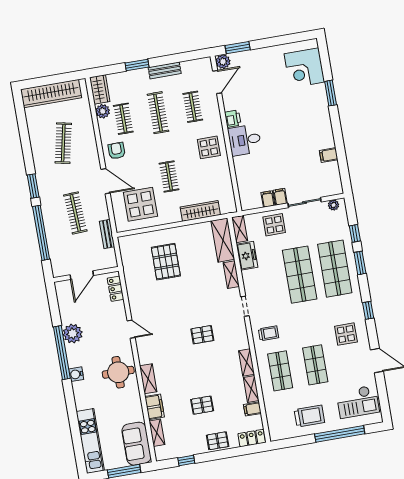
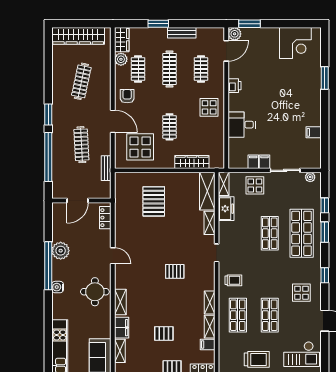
corner desk: (304, 68) -> (295, 43), moved, turned -90
desk: (245, 140) -> (242, 125), moved
shop shelf: (300, 275) -> (270, 233), width x0.70, depth x0.74

